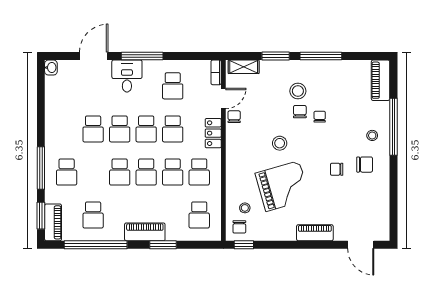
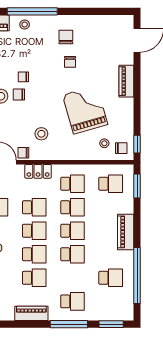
stool: (372, 135) -> (25, 25), moved
stool: (280, 143) -> (41, 134), moved
piano: (53, 222) -> (31, 313), moved
window: (163, 245) -> (137, 186), moved

